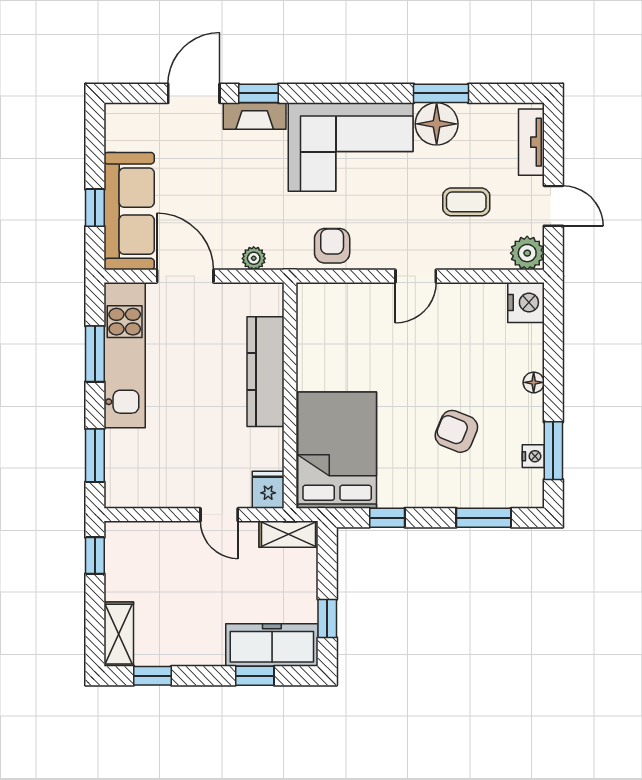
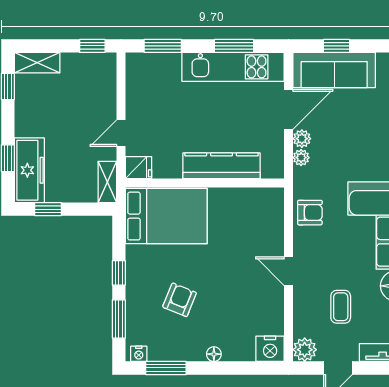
plant: (227, 257) -> (302, 139), added
nightstand: (533, 456) -> (139, 354), moved
window: (387, 518) -> (119, 273), moved

